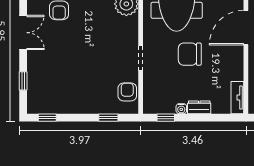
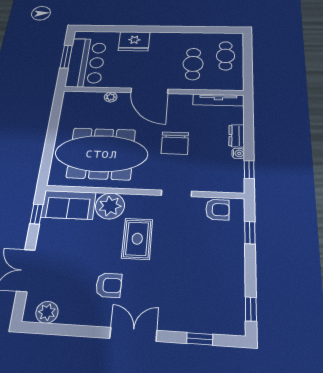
rug: (98, 29) -> (137, 239), added
armchair: (127, 92) -> (218, 210), turned 180
tv unit: (237, 98) -> (218, 100), width x1.41

